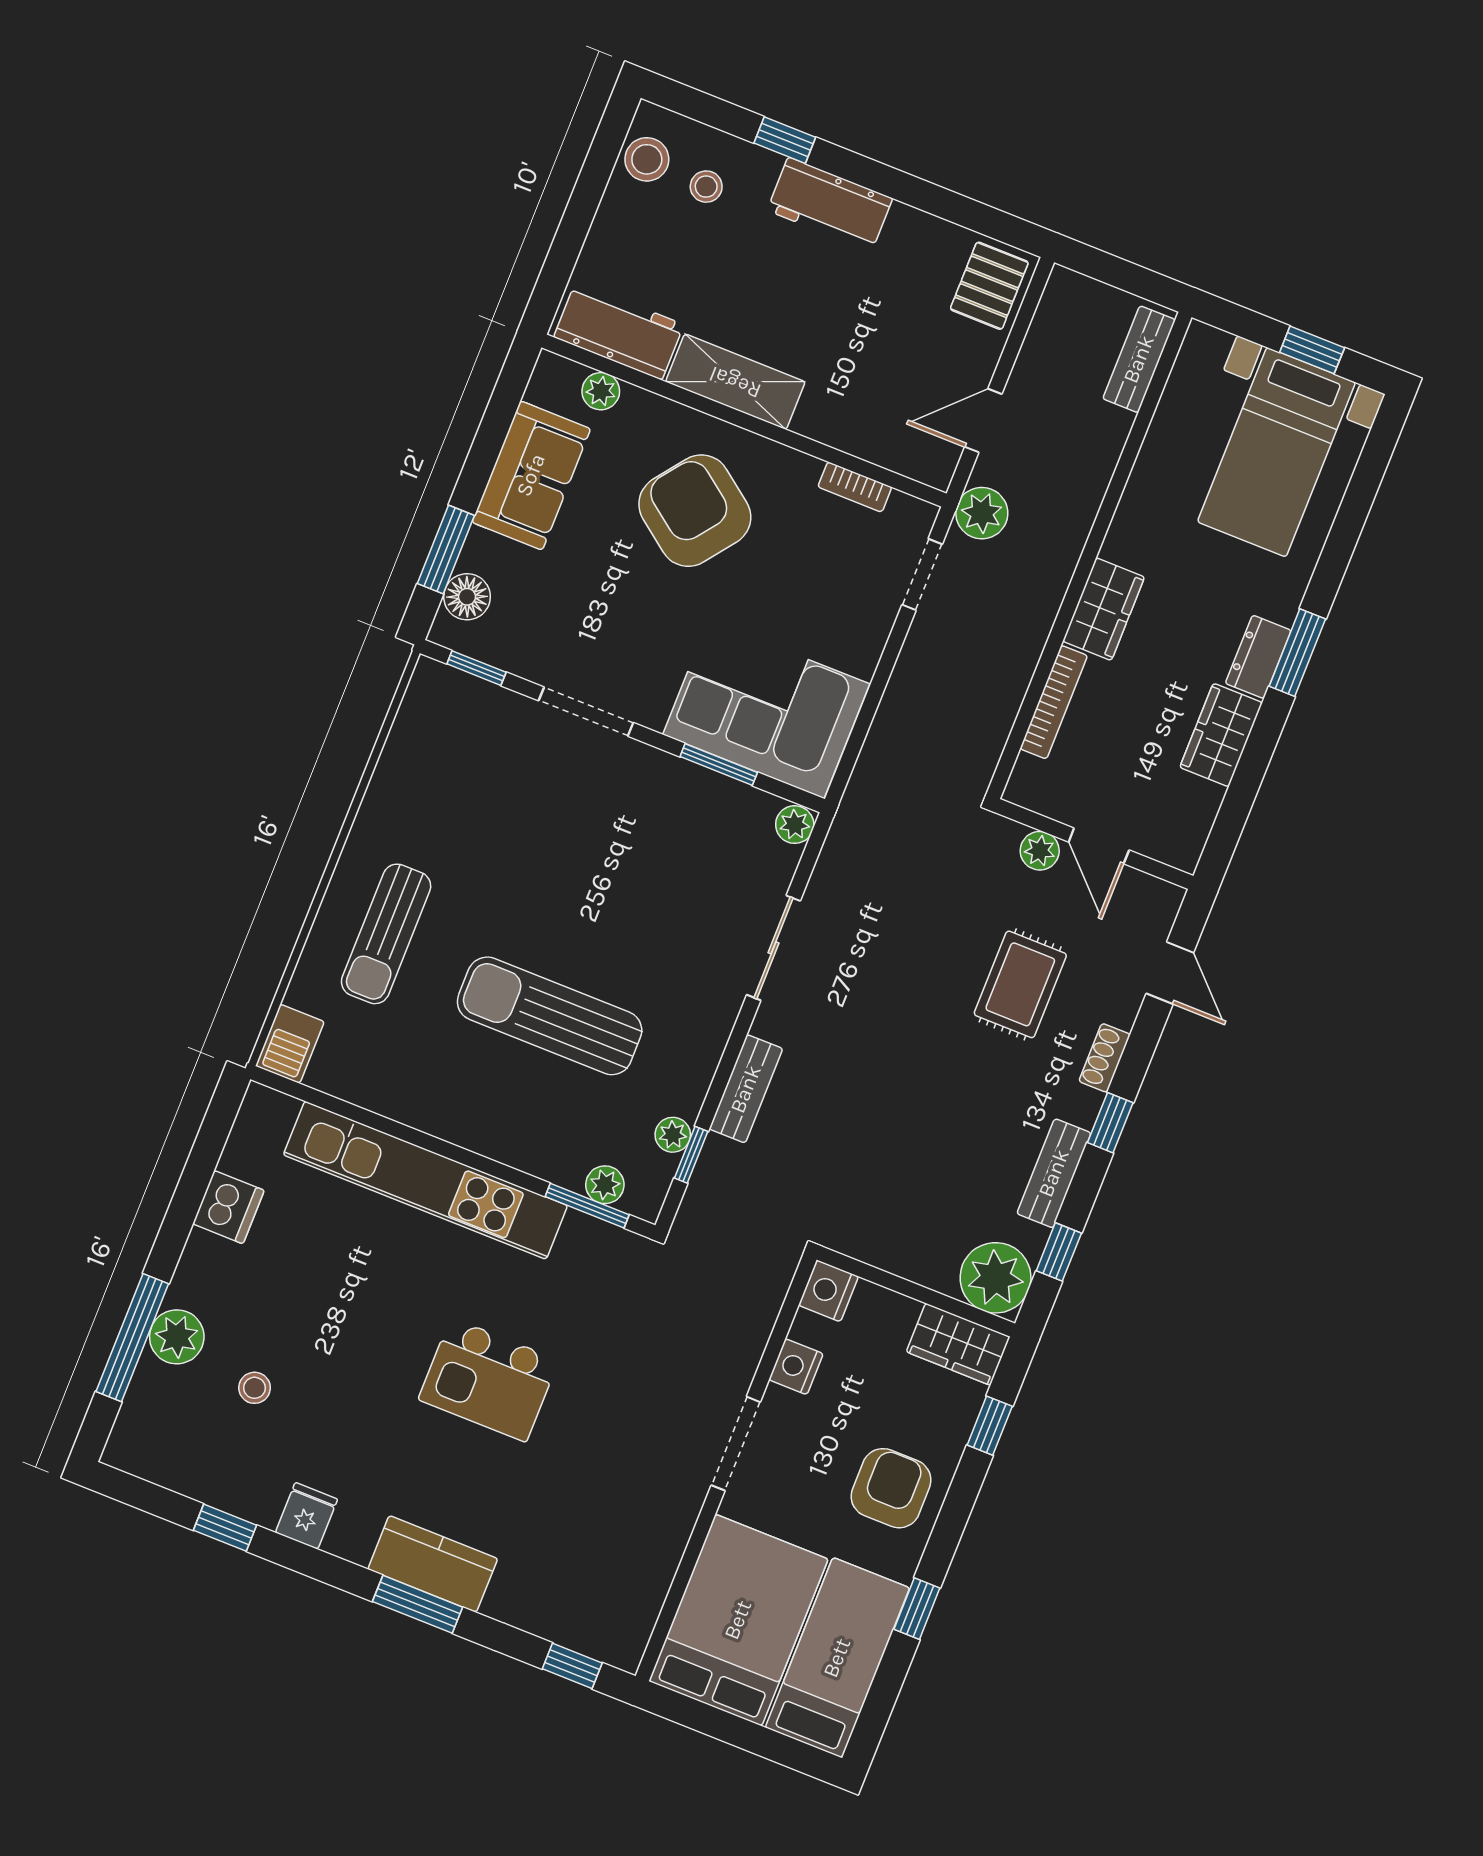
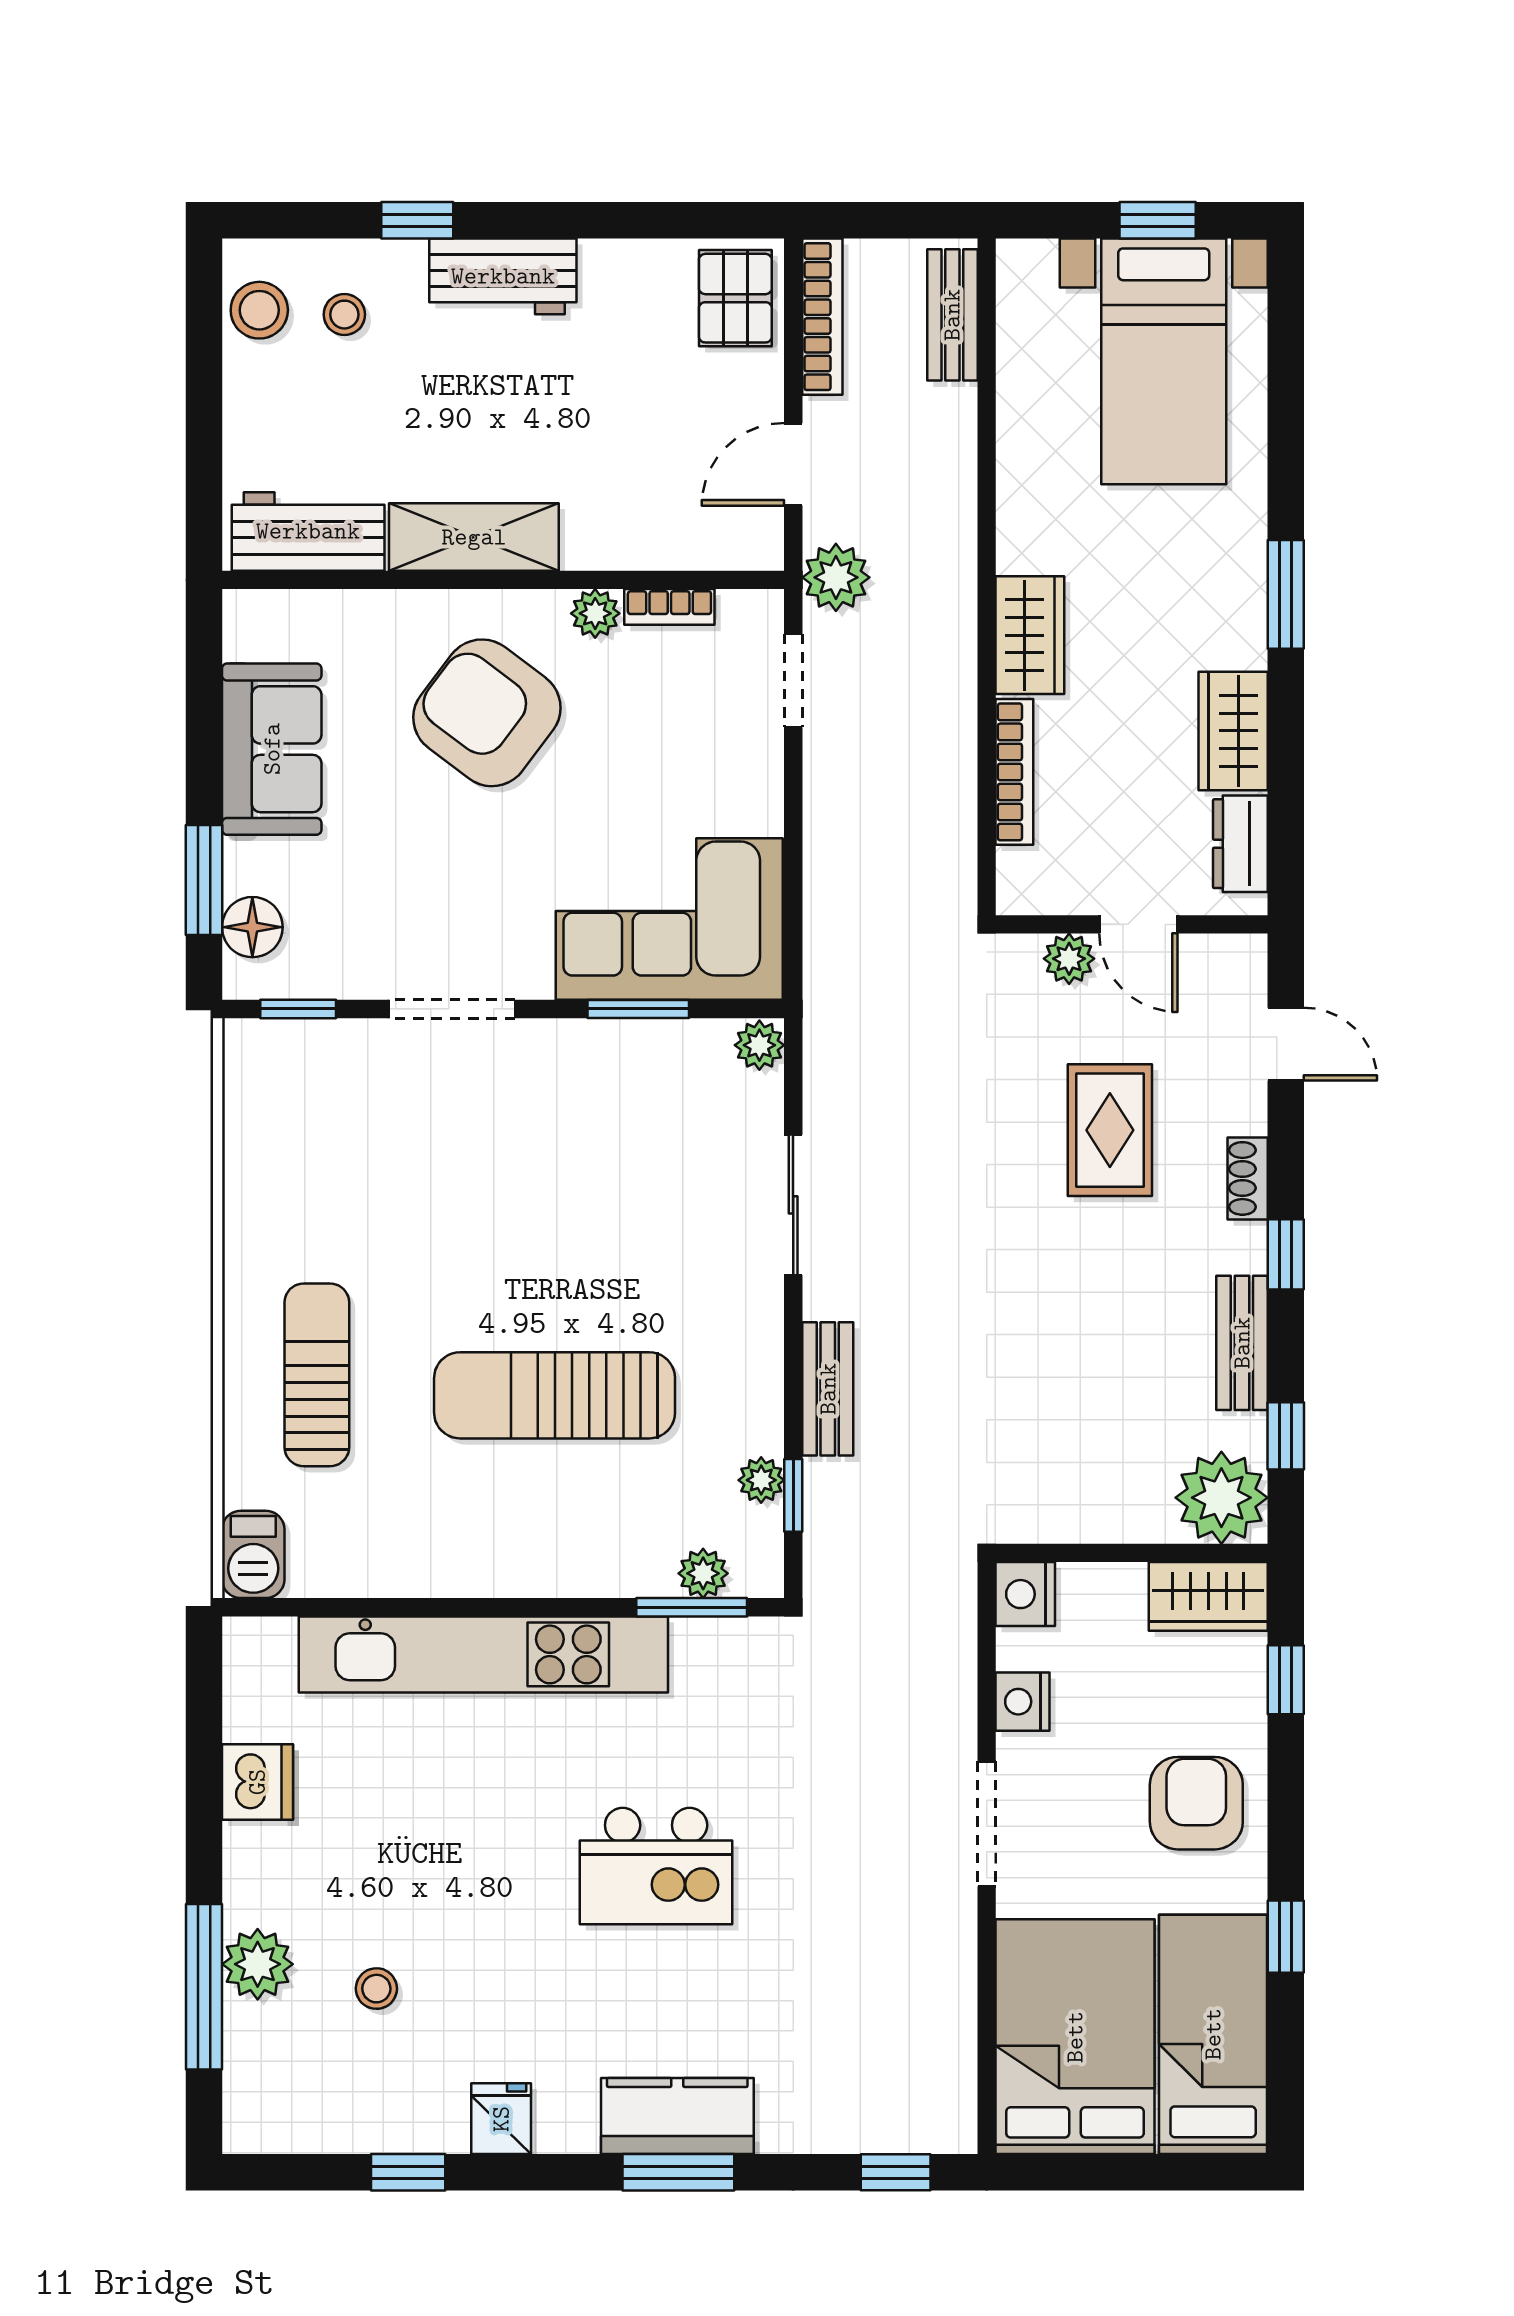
bookcase: (1046, 324) -> (822, 317), added
plant: (601, 391) -> (595, 613), moved
dresser: (1258, 657) -> (1240, 844), moved
sun lounger: (386, 934) -> (317, 1375), turned 180

